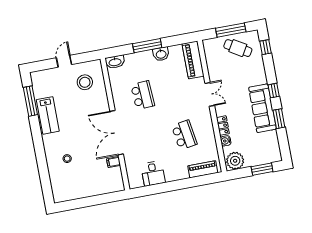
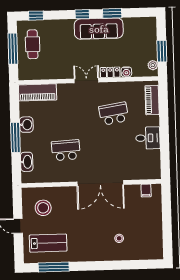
cafe table: (238, 48) -> (33, 44), turned -31
washbasin: (115, 62) -> (27, 162), moved
double door: (210, 94) -> (86, 80), moved
lab bench: (48, 115) -> (48, 243), moved
plant: (235, 161) -> (153, 65), width x0.53, depth x0.53
filing cabinet: (114, 162) -> (146, 191), moved
window: (262, 169) -> (162, 51), moved
desk: (153, 173) -> (148, 138), moved

